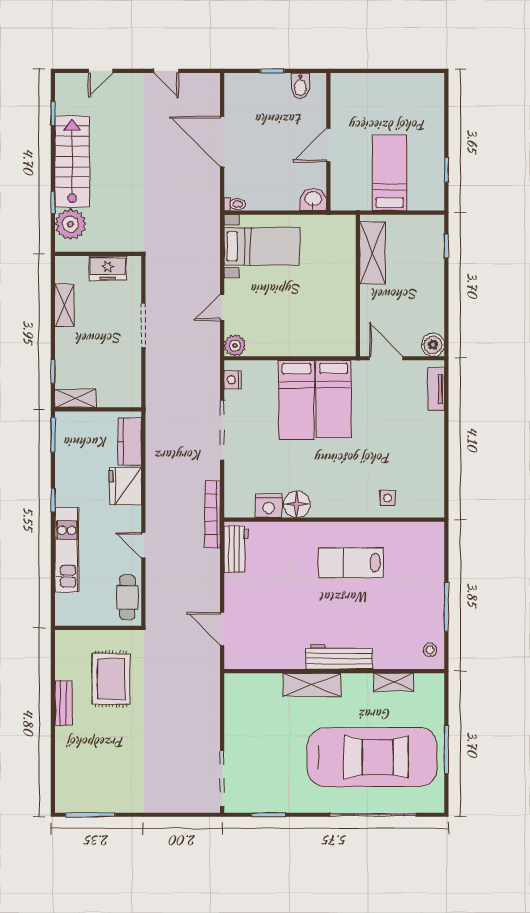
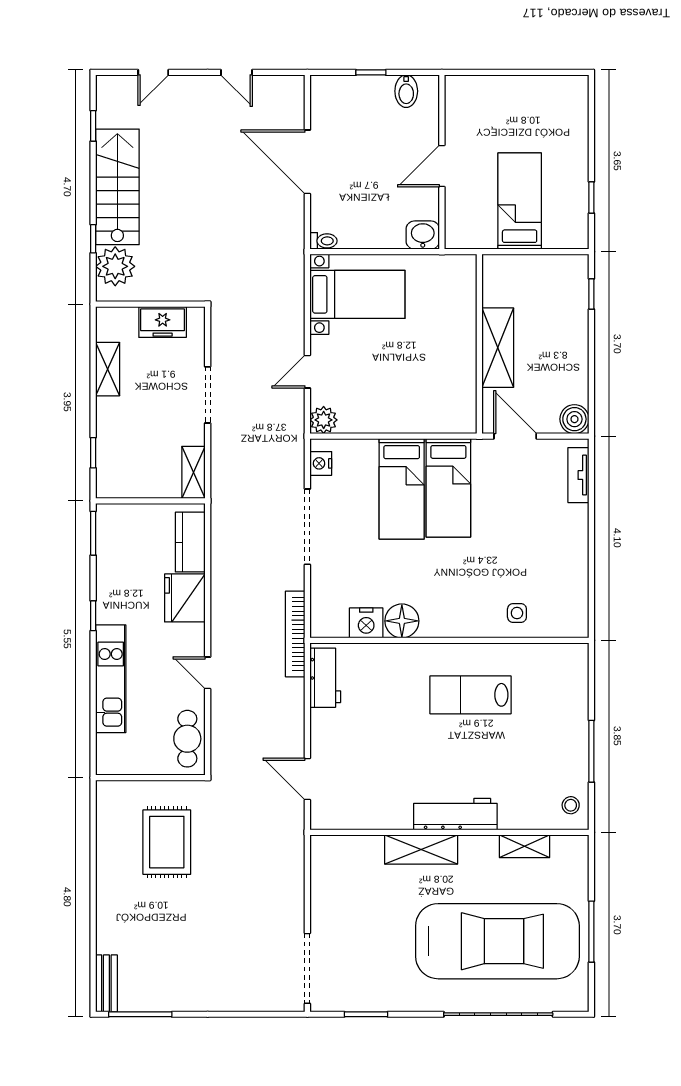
shelving: (372, 253) -> (498, 348), moved
shelving: (75, 398) -> (193, 472), moved, turned 90
bench: (63, 703) -> (106, 983), moved

